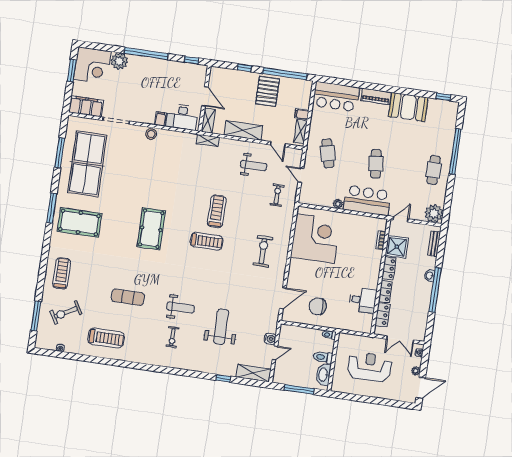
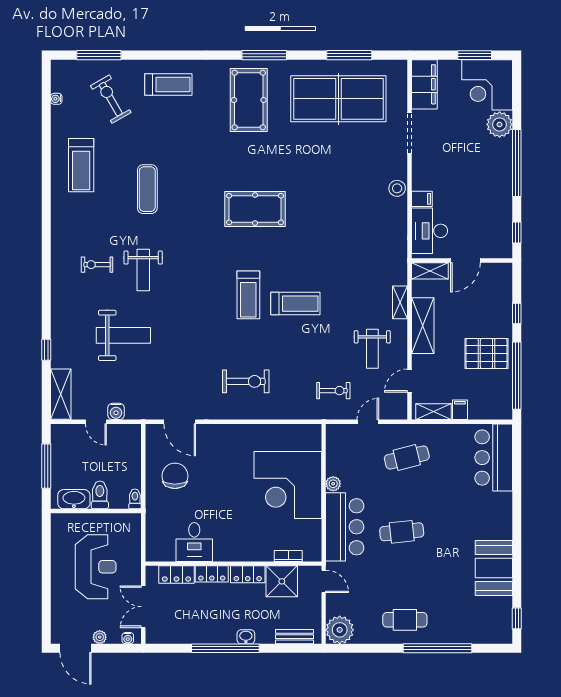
piano: (376, 96) -> (503, 517), removed
shelving: (208, 140) -> (400, 302), moved
corner desk: (315, 238) -> (288, 485), moved, turned 90

